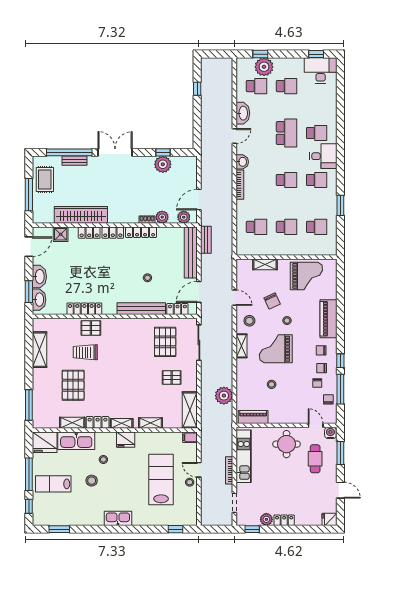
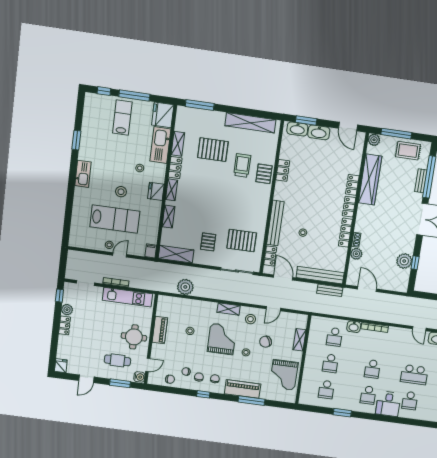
washbasin: (242, 162) -> (354, 327), moved
plant: (184, 217) -> (374, 140), moved
shower: (61, 234) -> (355, 158), removed
locker: (84, 309) -> (283, 170), width x0.66
shelving: (40, 350) -> (250, 123), width x1.47
window: (340, 389) -> (251, 401), moved
piano: (253, 417) -> (160, 330), moved
stool: (92, 481) -> (121, 192), moved
window: (59, 529) -> (76, 140), moved
window: (175, 529) -> (67, 226), removed

